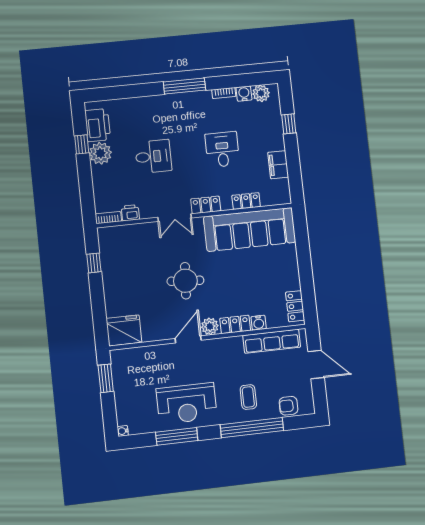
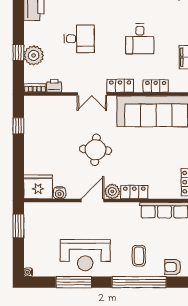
window: (82, 144) -> (18, 52), moved
desk: (222, 149) -> (140, 39), turned 180
plant: (100, 153) -> (34, 55), moved
water cooler: (259, 323) -> (59, 193), moved

